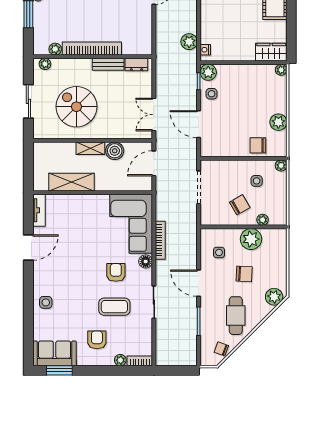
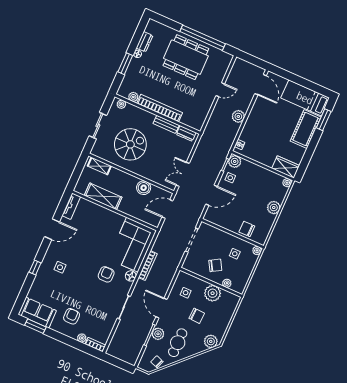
plant: (189, 42) -> (238, 116), moved
spiral stairs: (76, 107) -> (130, 144), turned 90
plant: (278, 122) -> (274, 208), moved
door: (199, 124) -> (212, 195), swing flipped
shelving: (90, 148) -> (99, 166), moved
window: (28, 301) -> (35, 267), added
side table: (46, 302) -> (60, 267), moved
coffee table: (114, 307) -> (94, 298), removed
plant: (208, 315) -> (158, 334), added

